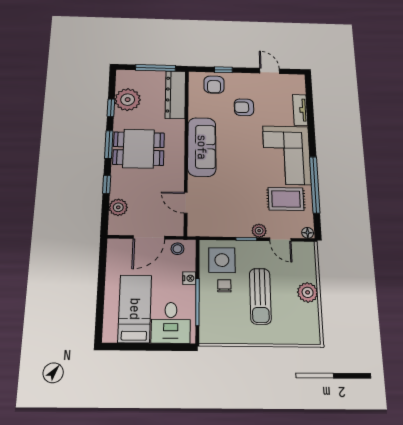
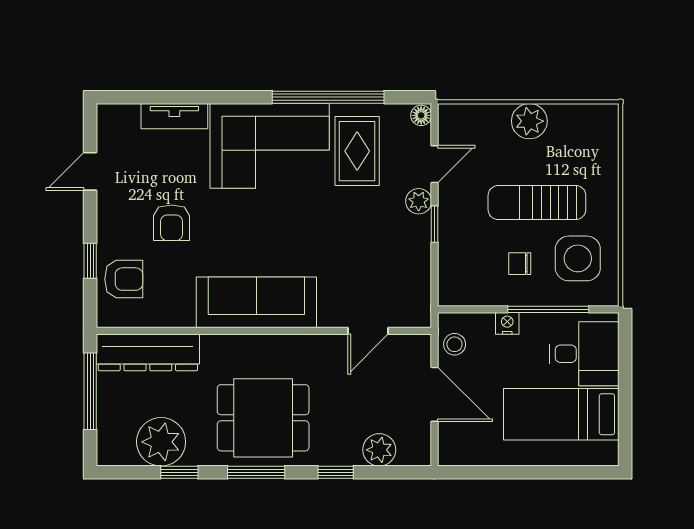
dining table: (139, 149) -> (263, 418), turned 90
side table: (222, 260) -> (578, 258), moved
sun lounger: (260, 296) -> (537, 203), turned 180

